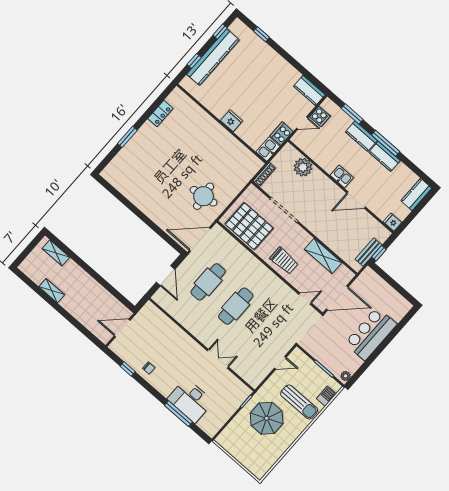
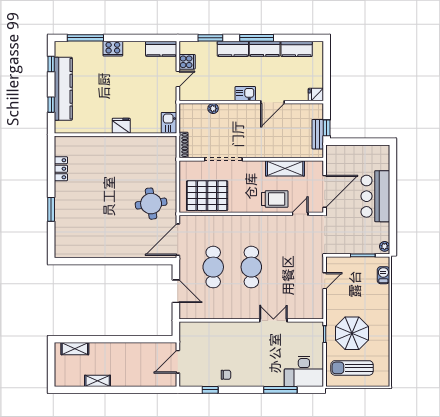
window: (262, 34) -> (85, 38), width x2.17
cooker: (282, 134) -> (113, 49), moved, turned -90
plant: (303, 167) -> (213, 109), width x0.53, depth x0.53
kitchen counter: (416, 194) -> (297, 49), moved, turned -90
trolley: (284, 261) -> (275, 199), moved
desk: (190, 400) -> (304, 371), moved
sun lounger: (299, 402) -> (352, 368), moved, turned 180

